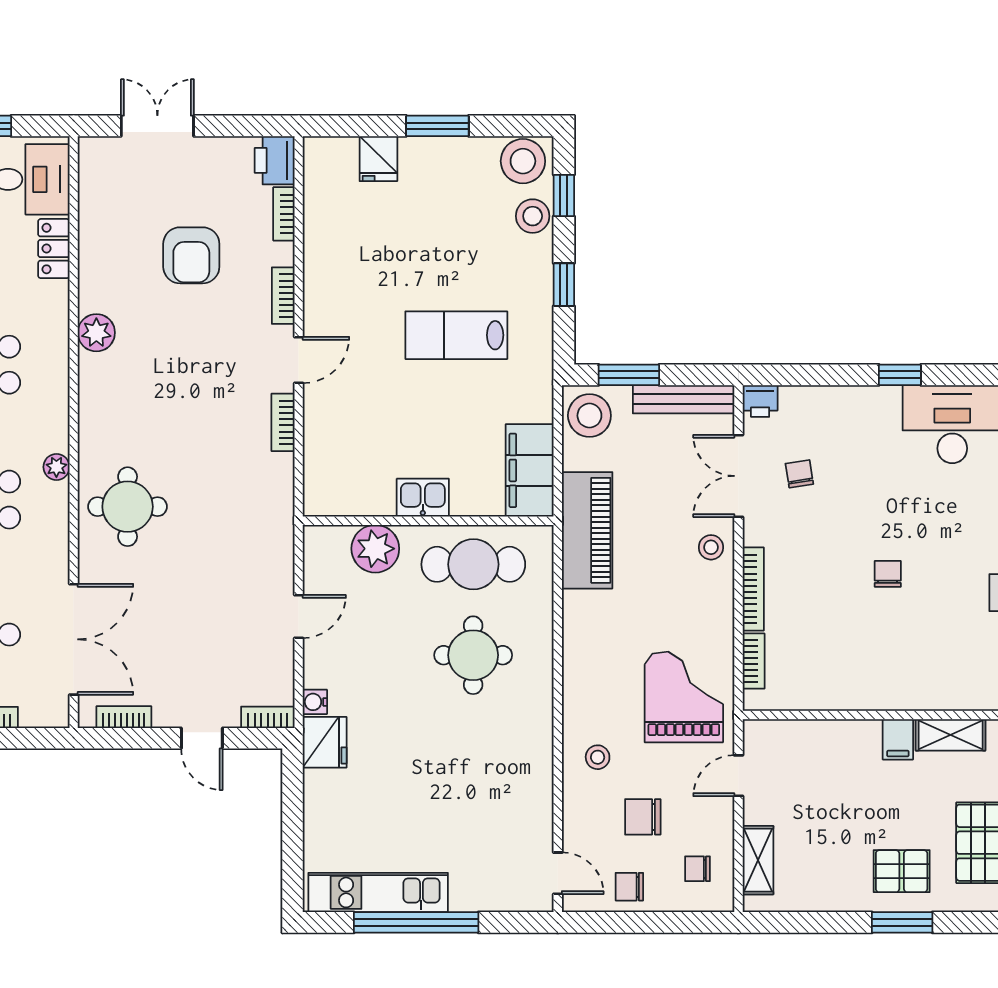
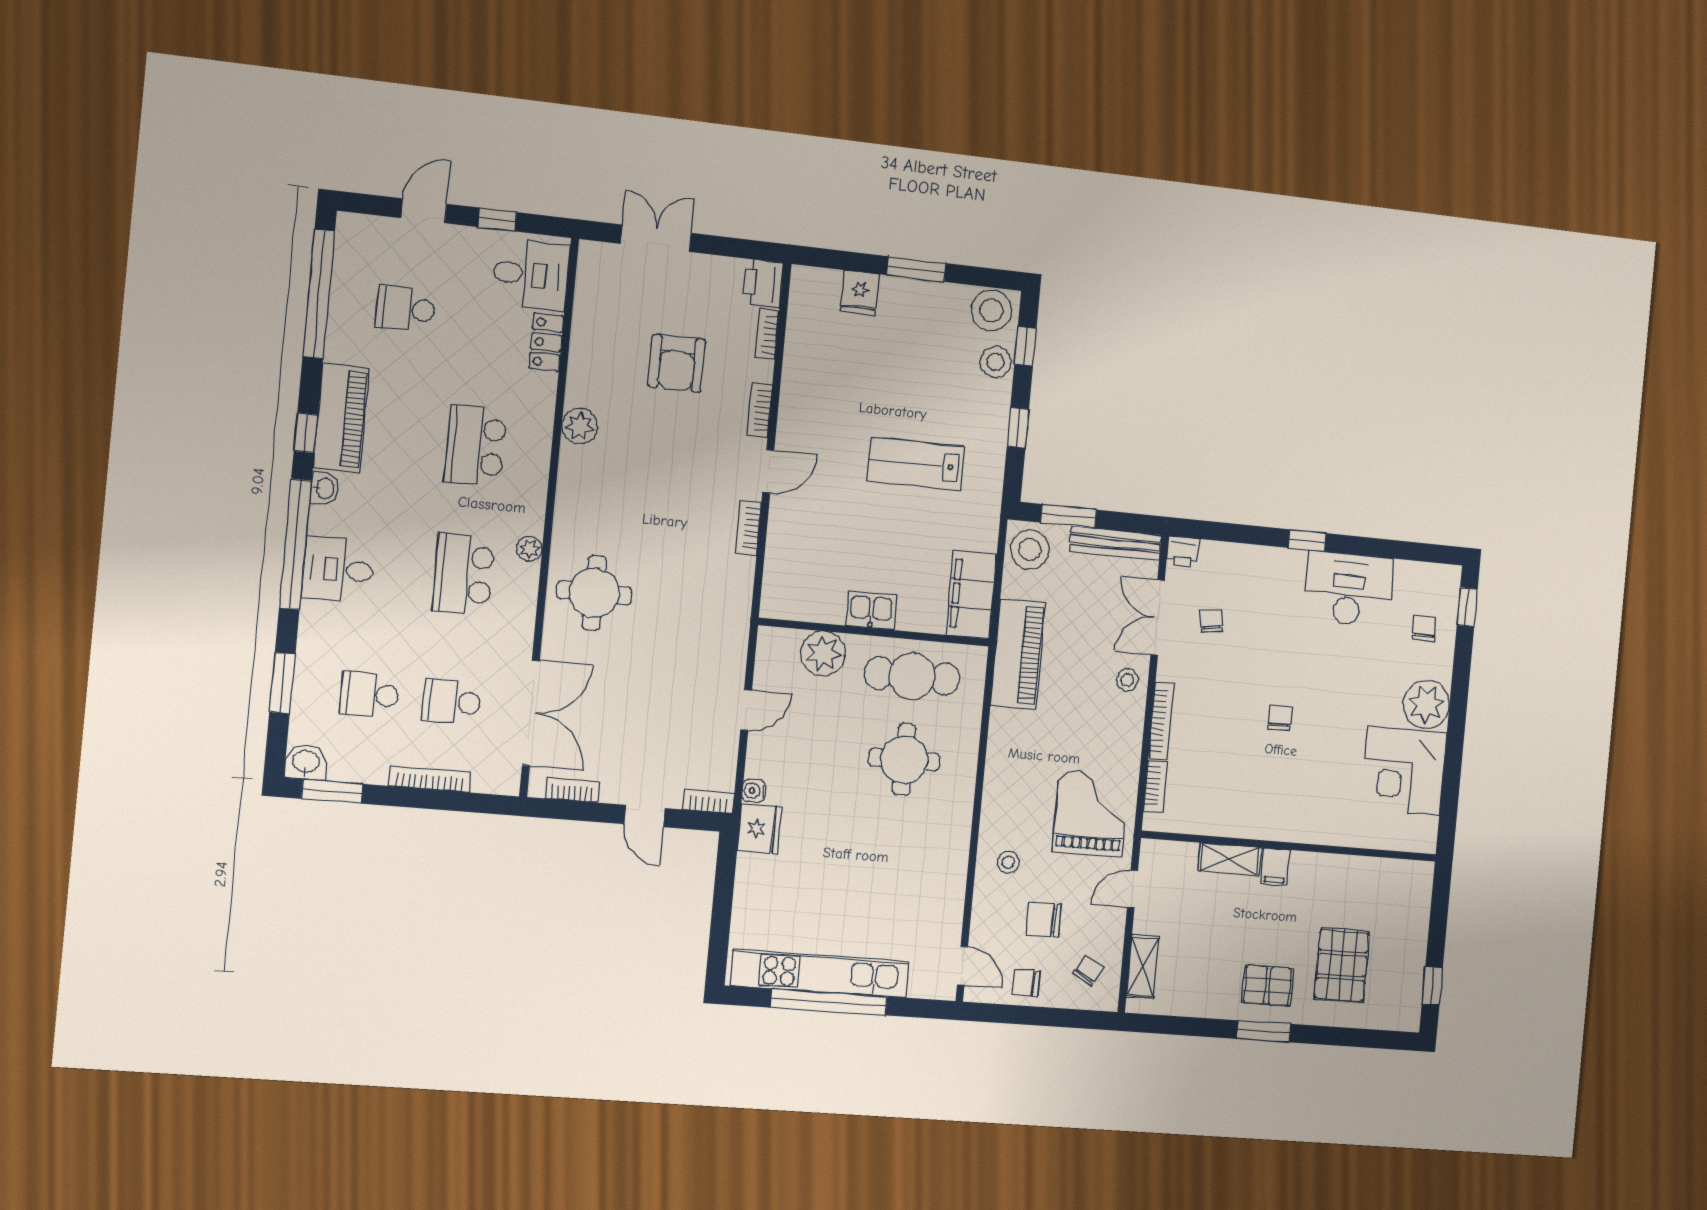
shelving: (951, 735) -> (1230, 859), moved
chair: (697, 869) -> (1088, 971), turned 121
kitchen unit: (378, 892) -> (820, 974), width x1.36

